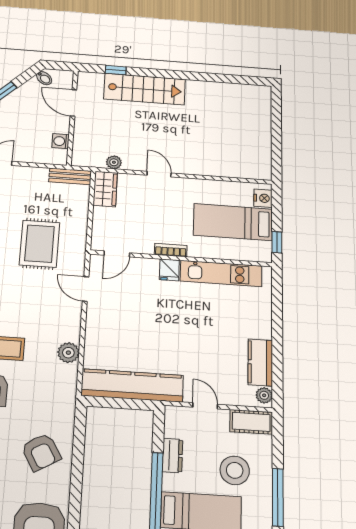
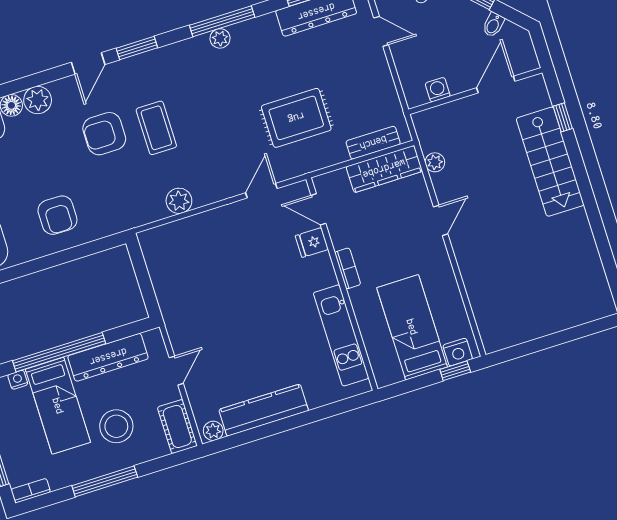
bidet: (44, 78) -> (493, 25), moved
bench: (70, 176) -> (373, 143), moved, turned 90
wardrobe: (105, 189) -> (384, 169), width x1.50
window: (277, 242) -> (455, 371), moved
fridge: (169, 270) -> (312, 243), moved
kitchen counter: (260, 362) -> (264, 410), width x1.50
kitchen counter: (132, 385) -> (169, 284), removed
armchair: (41, 452) -> (57, 215), turned -60
dresser: (172, 455) -> (108, 357), width x1.96, depth x1.24

